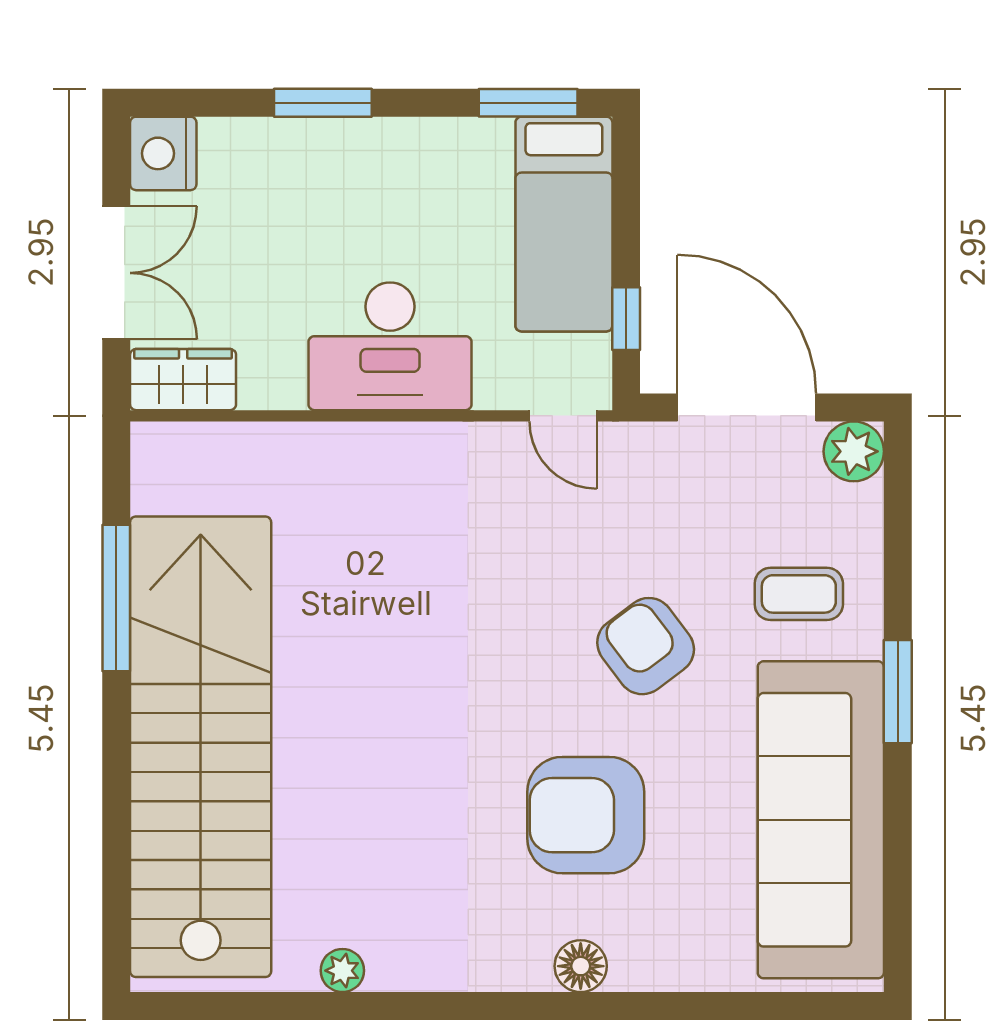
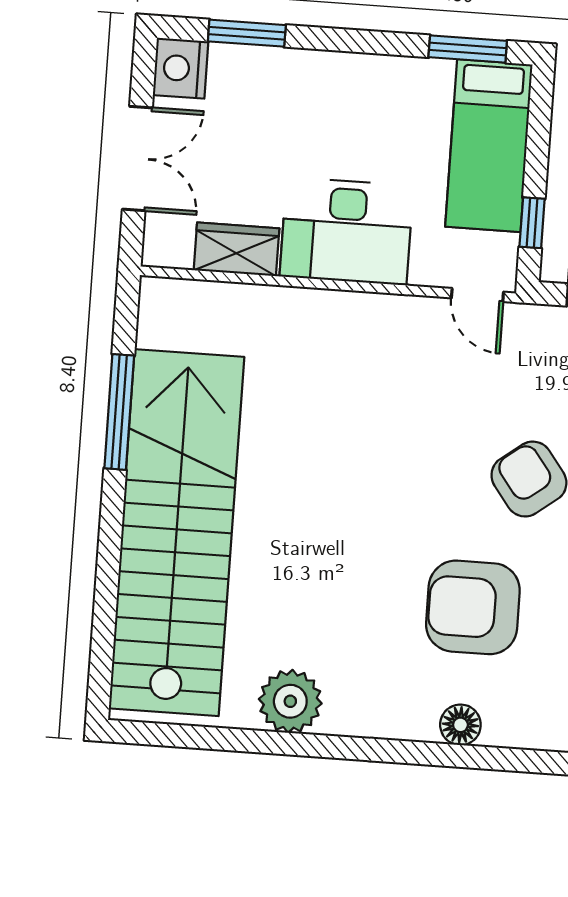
window: (323, 103) -> (247, 33), moved
wardrobe: (183, 380) -> (237, 249), moved
plant: (342, 971) -> (290, 701), width x1.88, depth x1.88

